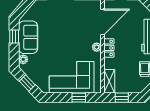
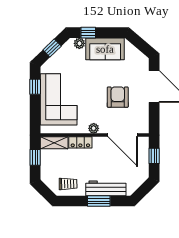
armchair: (70, 26) -> (118, 97), added
window: (14, 37) -> (88, 33), moved
locker: (109, 48) -> (80, 142), moved
window: (79, 98) -> (35, 87), moved

